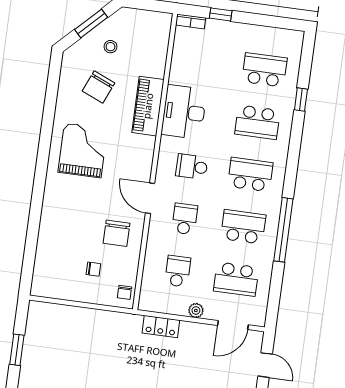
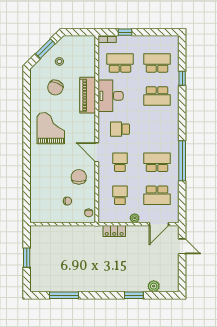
school desk: (250, 175) -> (120, 63), moved
chair: (116, 233) -> (79, 177), turned 180

